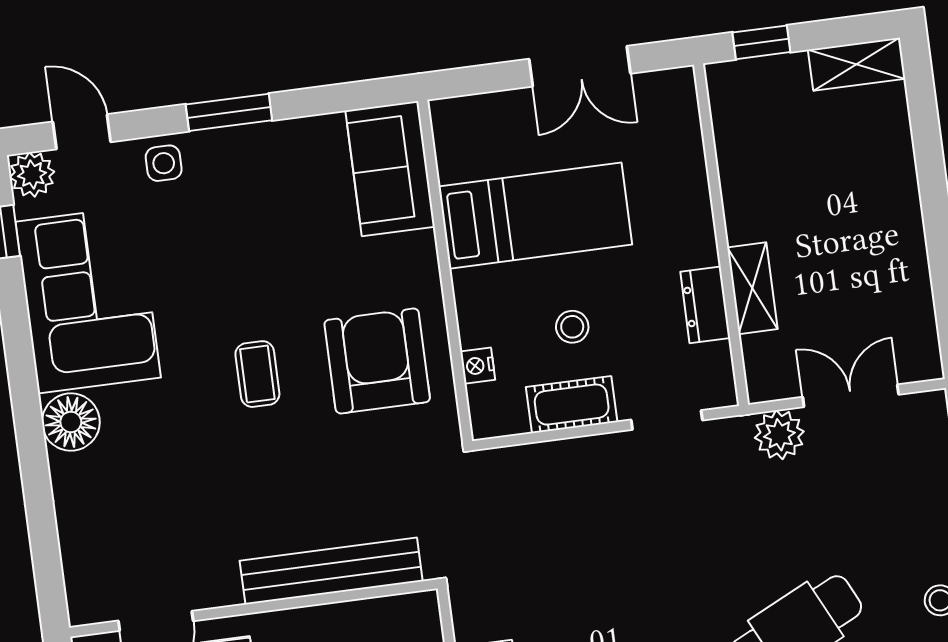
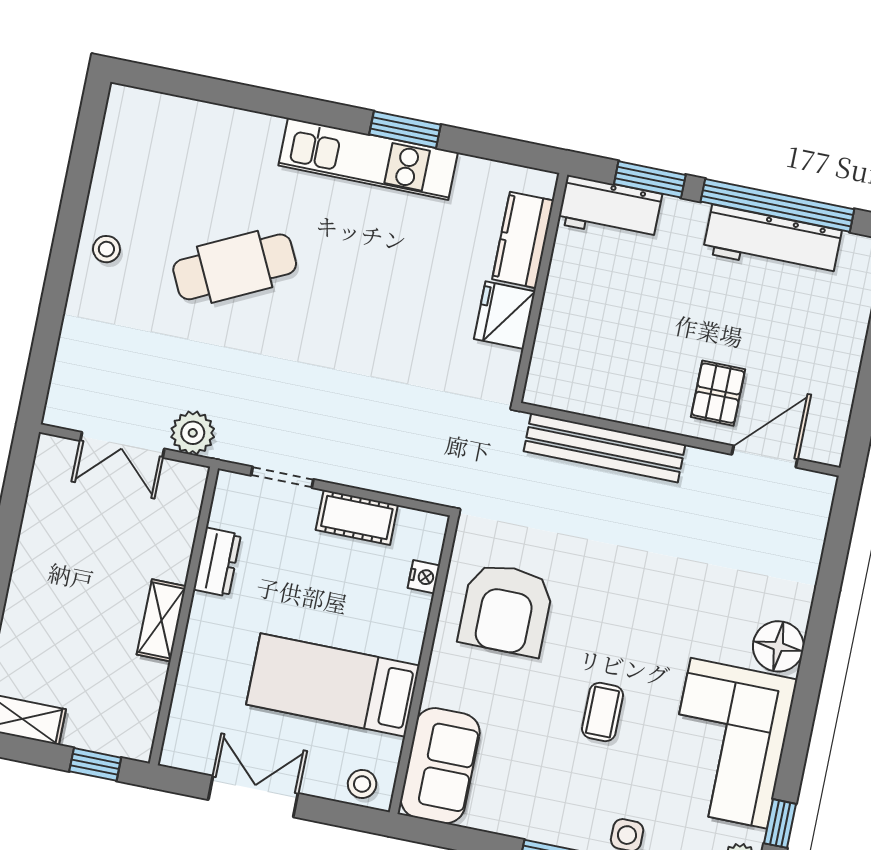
shelving: (752, 288) -> (161, 620), moved
stool: (572, 327) -> (362, 784), moved
coffee table: (257, 374) -> (603, 712), moved

